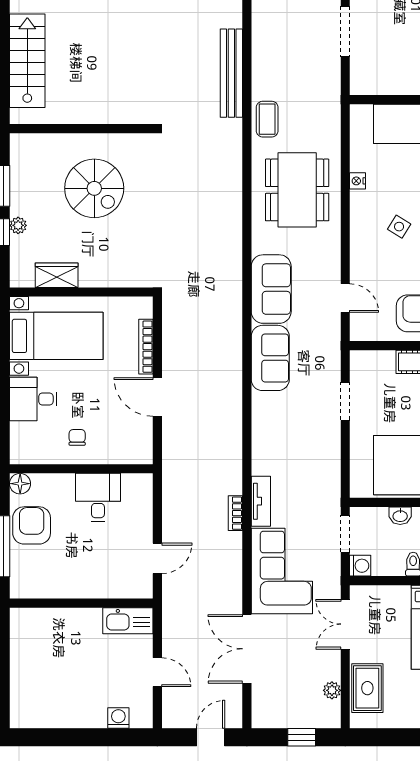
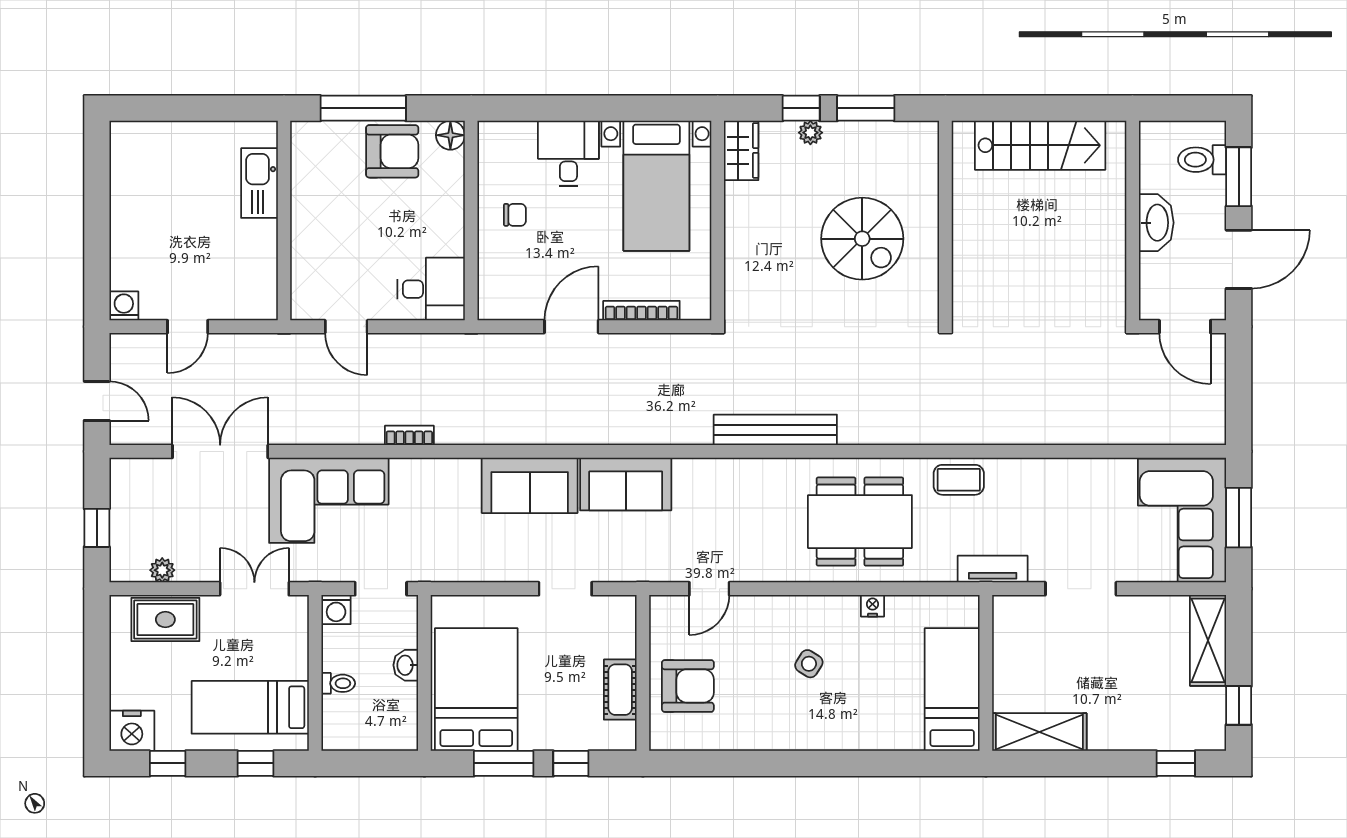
bench: (231, 73) -> (775, 430), moved
spiral stairs: (94, 188) -> (862, 239), turned -90
wardrobe: (57, 275) -> (741, 150), moved
sofa: (271, 289) -> (530, 485), moved
desk: (98, 497) -> (431, 289), moved
tv unit: (261, 501) -> (993, 569), moved, turned 180
kitchen sink: (128, 621) -> (259, 183), moved
washing machine: (118, 718) -> (124, 306), moved, turned -90

